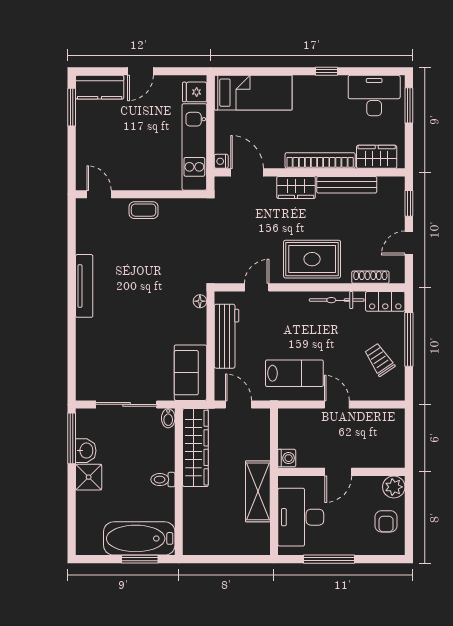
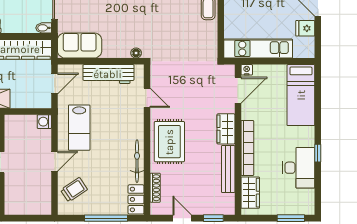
fridge: (195, 92) -> (305, 28), moved, turned -90
desk: (374, 96) -> (299, 168), moved
trolley: (379, 360) -> (74, 190), moved
washing machine: (287, 458) -> (44, 122), moved, turned 90

